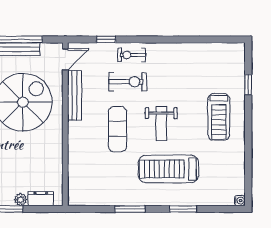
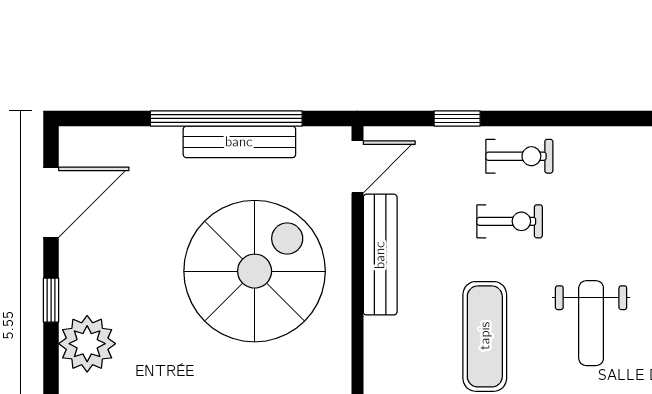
exercise bike: (132, 55) -> (519, 156), turned 180
exercise bike: (128, 82) -> (510, 221), width x0.73, depth x0.72

